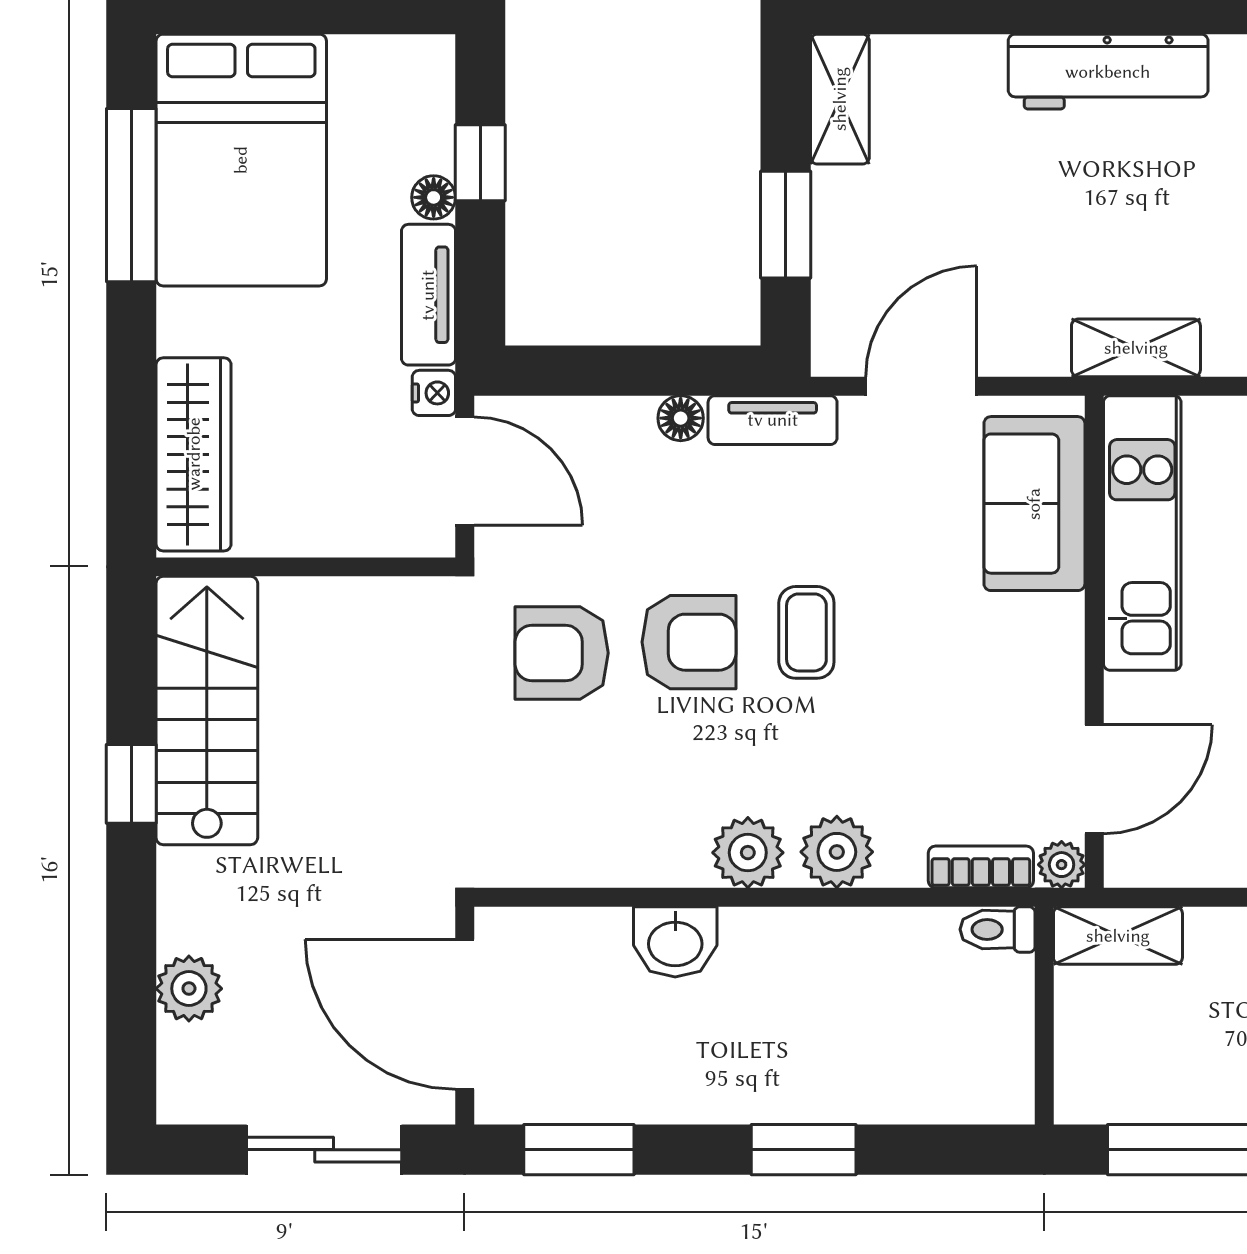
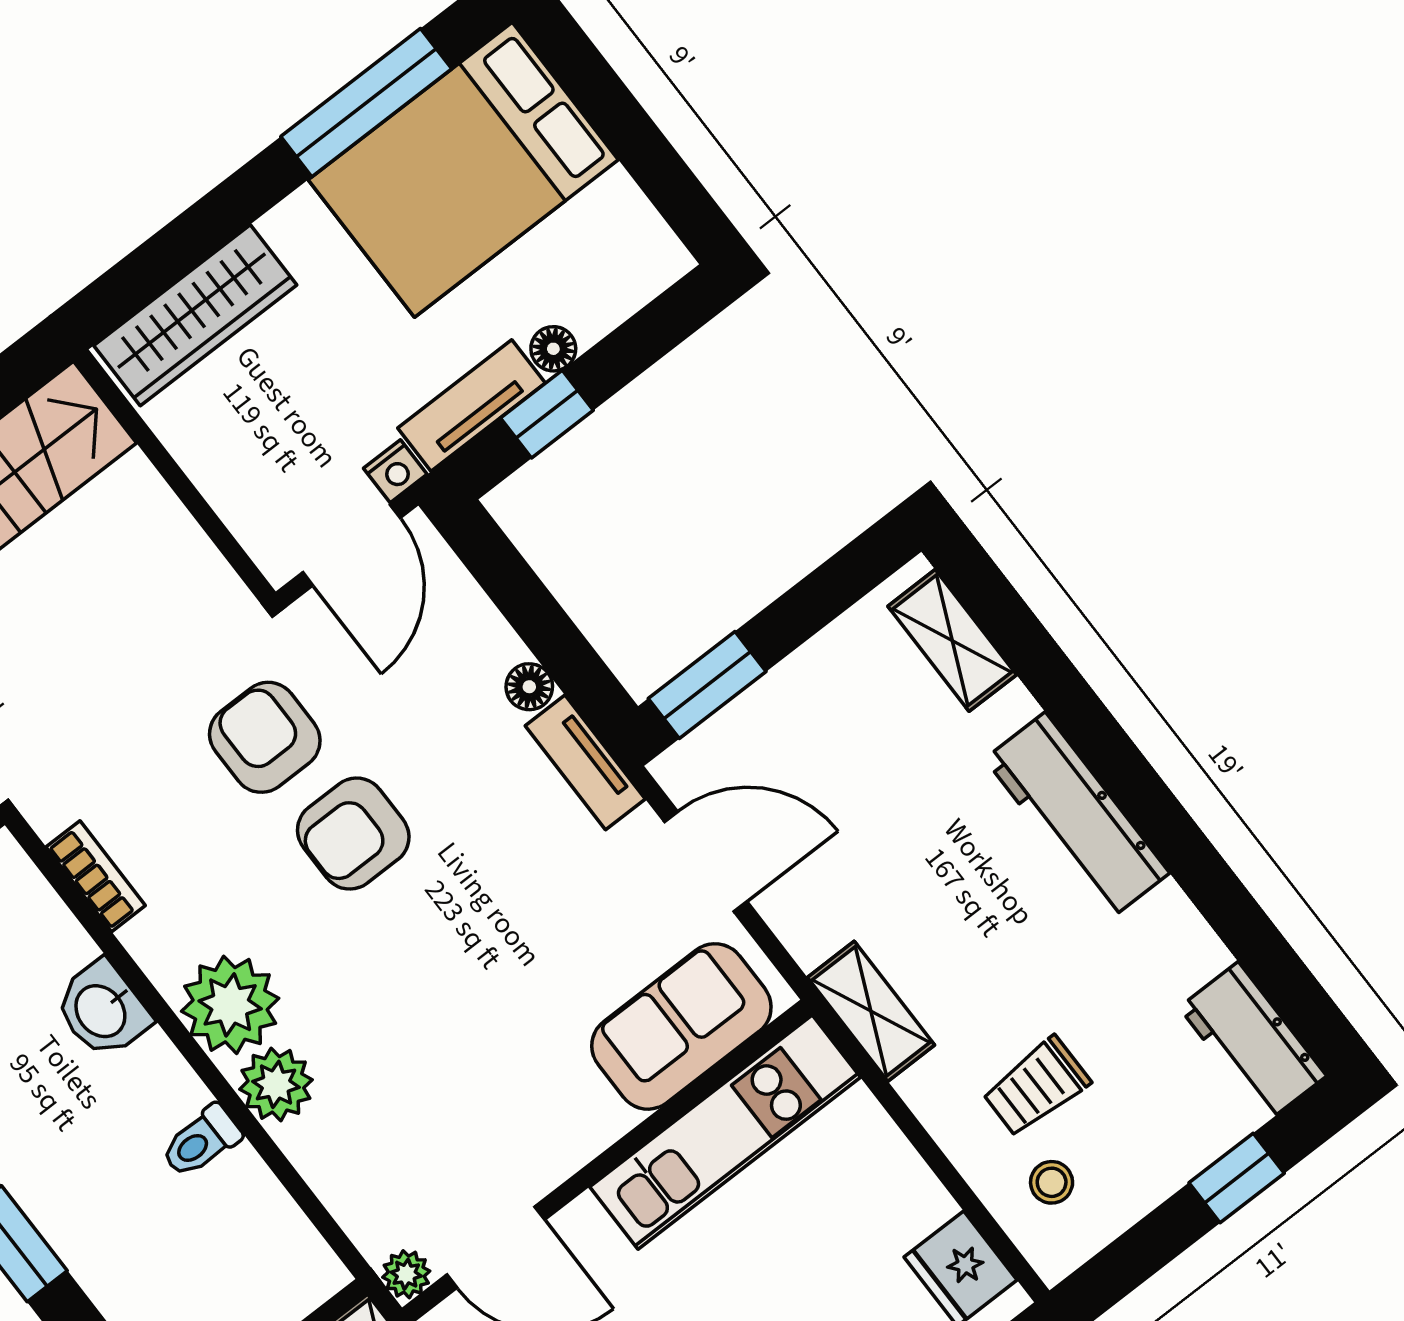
shelving: (840, 99) -> (952, 640), moved, turned 90
window: (480, 163) -> (547, 414), moved
window: (786, 225) -> (707, 685), moved
coffee table: (806, 632) -> (435, 923), removed
armchair: (689, 642) -> (353, 834), turned 90
plant: (748, 853) -> (230, 1005), width x1.36, depth x1.36
bookcase: (981, 867) -> (96, 876), moved
toilet: (998, 929) -> (201, 1141), moved, turned -90

